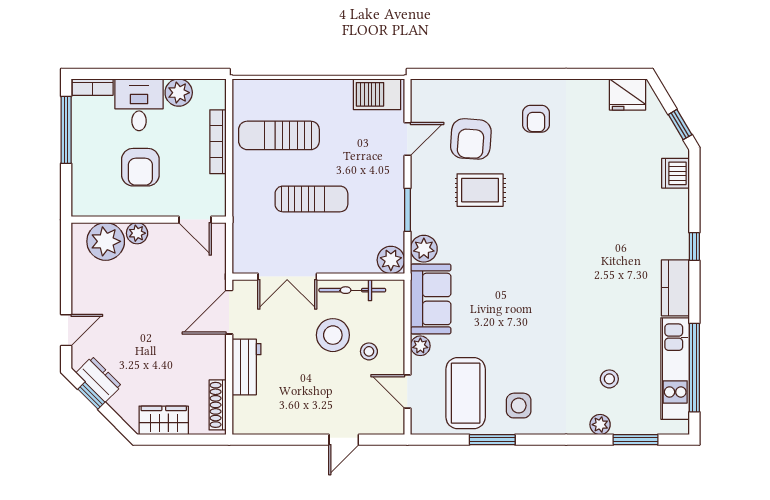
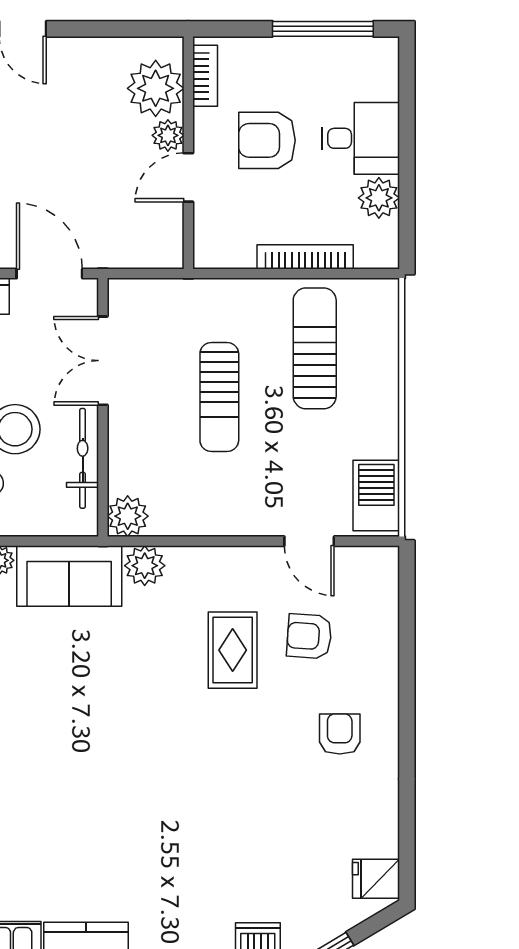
bookcase: (93, 87) -> (205, 76), moved, turned 180
fridge: (628, 94) -> (376, 879), width x0.72
armchair: (536, 119) -> (340, 734), turned 90
armchair: (471, 139) -> (309, 636), width x0.72, depth x0.72
window: (407, 210) -> (203, 541), removed
door: (195, 220) -> (188, 177), moved

